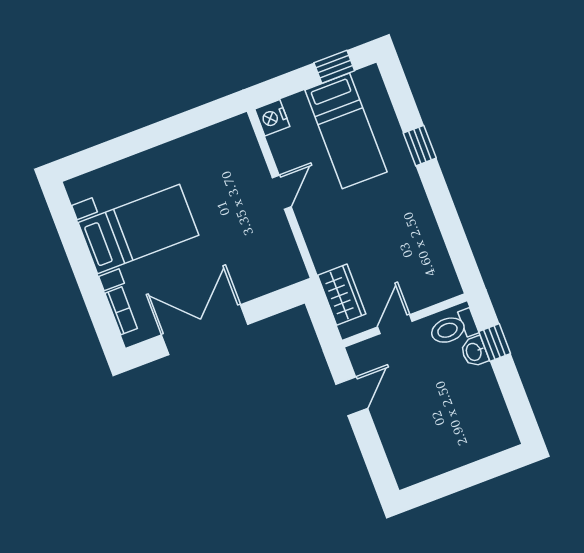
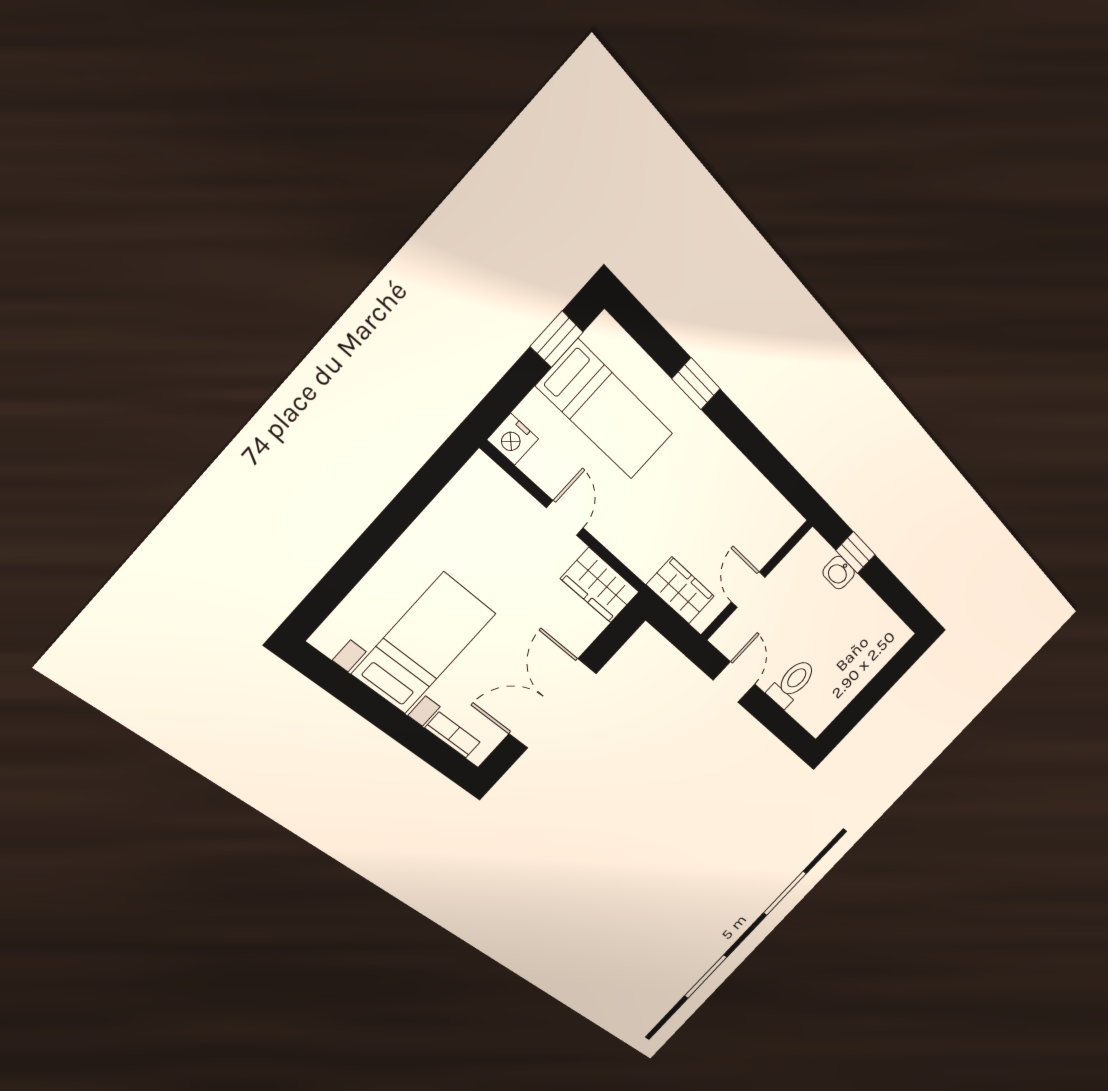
wardrobe: (283, 256) -> (600, 585), added
toilet: (453, 328) -> (792, 683), moved, turned 180

